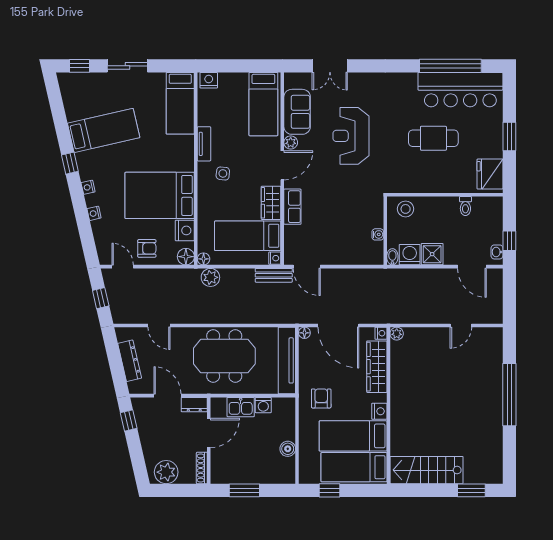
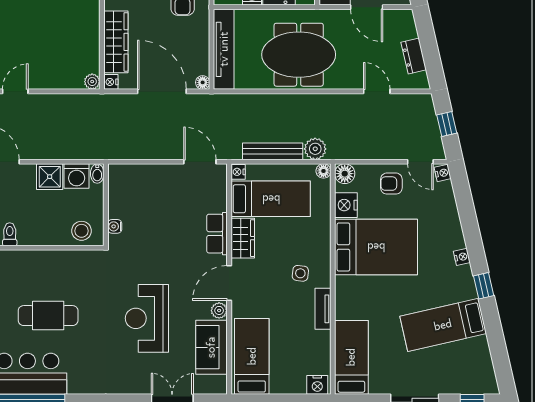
reception desk: (351, 136) -> (147, 318), turned 180
nightstand: (94, 213) -> (443, 173), moved
water cooler: (378, 234) -> (115, 226), moved
bench: (274, 275) -> (273, 151), moved, width x1.36
dresser: (130, 361) -> (414, 56), width x0.70

